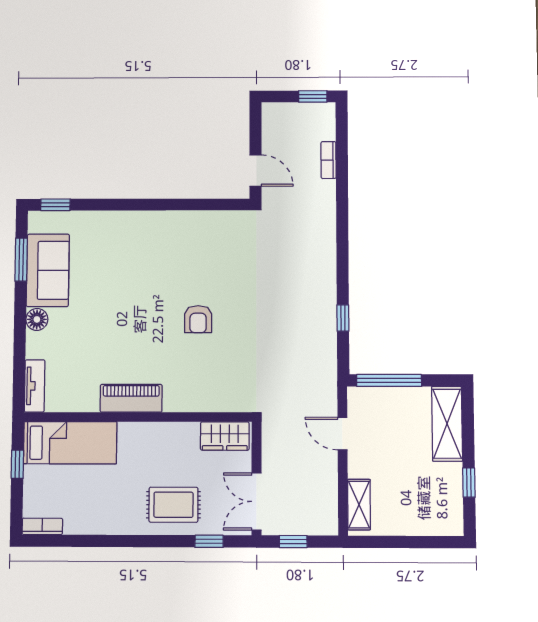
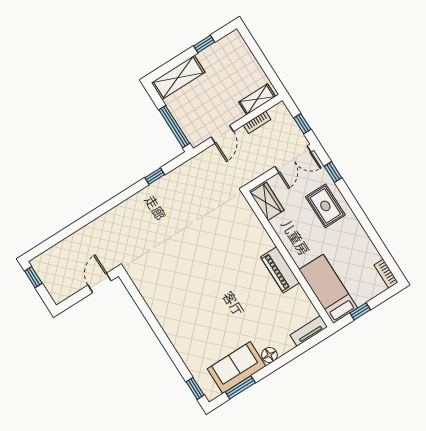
bookcase: (329, 160) -> (257, 122), moved
armchair: (198, 319) -> (209, 260), removed

